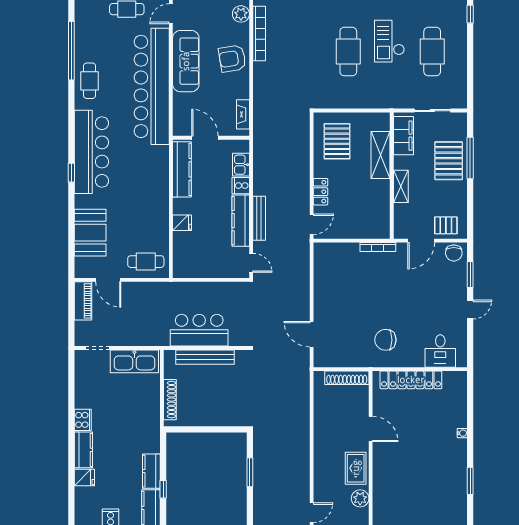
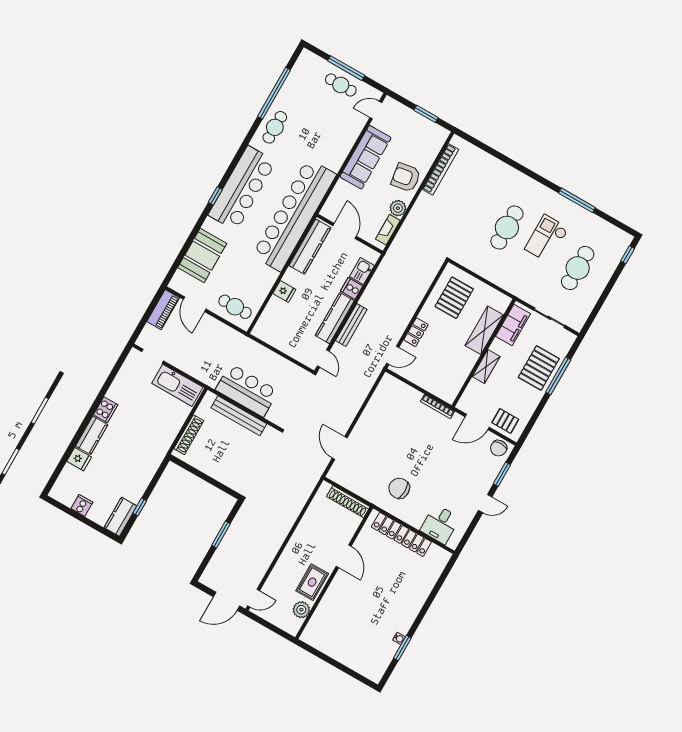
plant: (241, 14) -> (398, 208), moved
bar counter: (152, 86) -> (294, 215), moved
water cooler: (462, 433) -> (399, 638), moved
kitchen counter: (151, 471) -> (139, 486), removed

